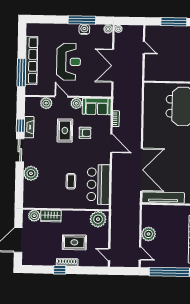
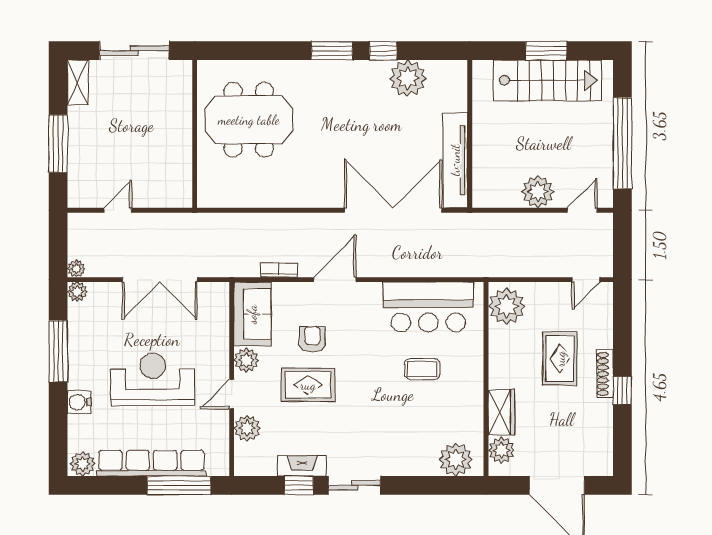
water cooler: (84, 29) -> (79, 402), moved
plant: (32, 30) -> (83, 464), added
plant: (31, 173) -> (456, 459), moved

